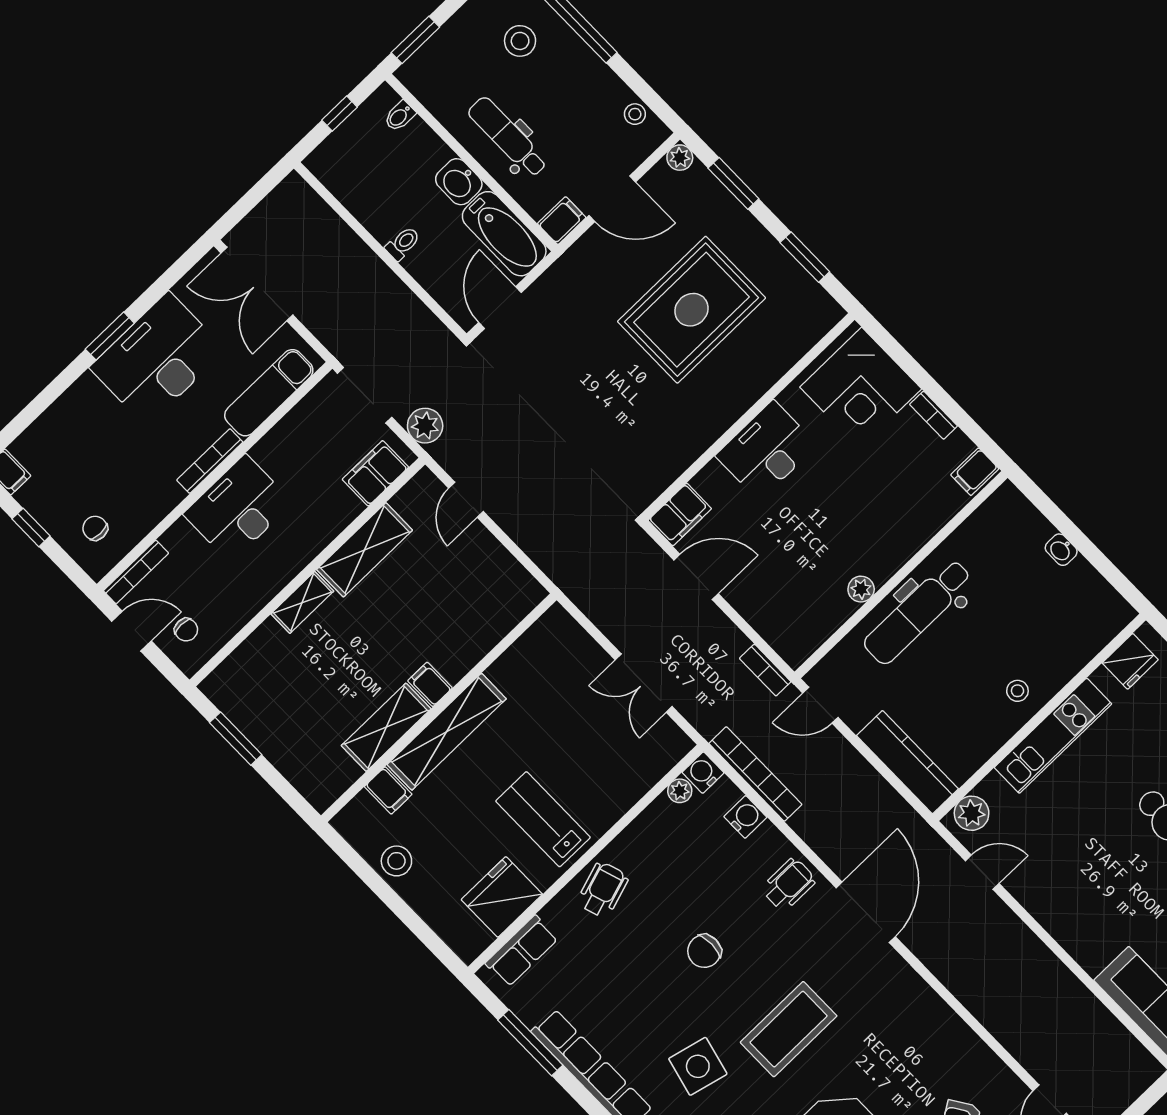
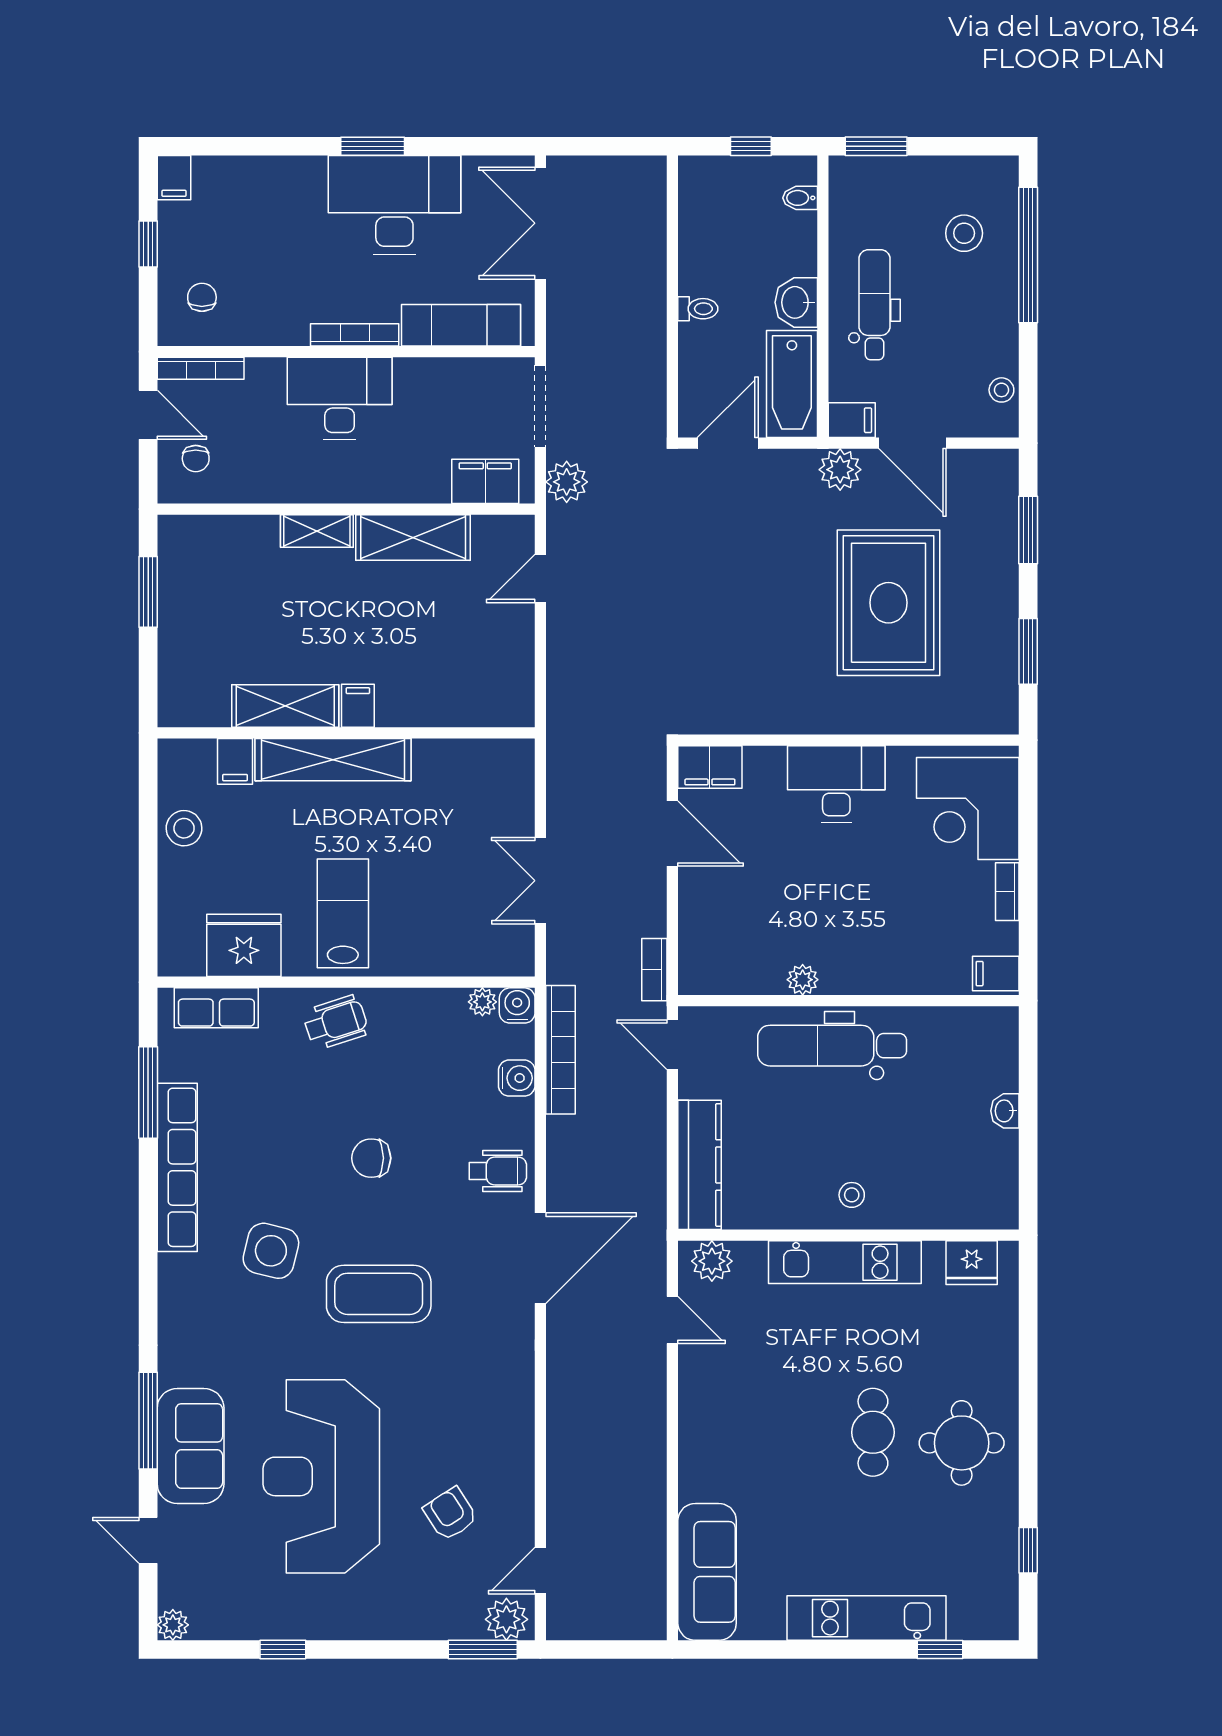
plant: (680, 158) -> (840, 470), moved, width x1.38, depth x1.38
rug: (692, 310) -> (889, 603), turned 90

